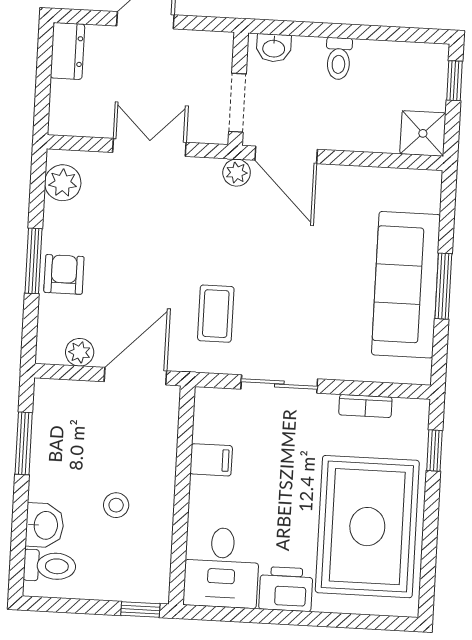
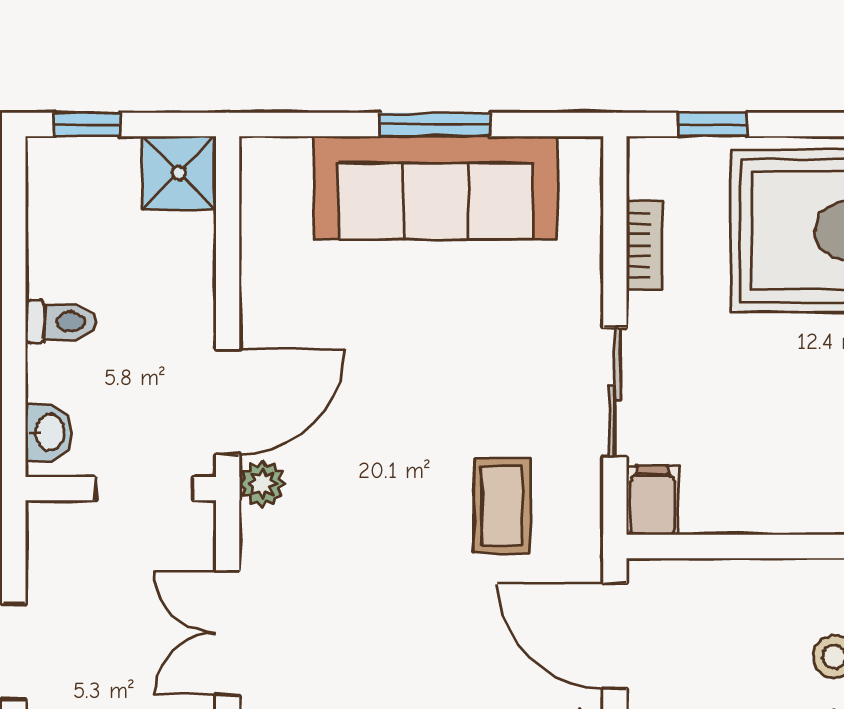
coffee table: (216, 314) -> (502, 506), turned 90
filing cabinet: (211, 460) -> (652, 500), moved

